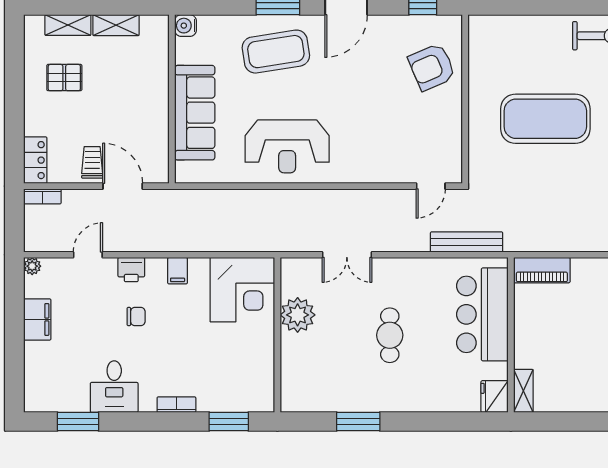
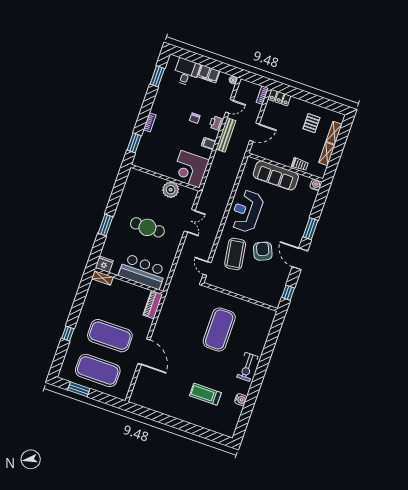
coffee table: (276, 52) -> (235, 254), moved
armchair: (432, 67) -> (263, 251), moved
trolley: (92, 162) -> (300, 164), moved
bench: (467, 242) -> (226, 135), moved
door: (88, 255) -> (230, 106), hinge flipped
double door: (347, 255) -> (190, 221), swing flipped
cafe table: (390, 335) -> (147, 227), width x1.37, depth x1.35
desk: (114, 387) -> (186, 72), moved, turned 90
window: (358, 421) -> (106, 225), moved

